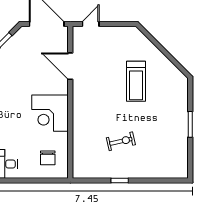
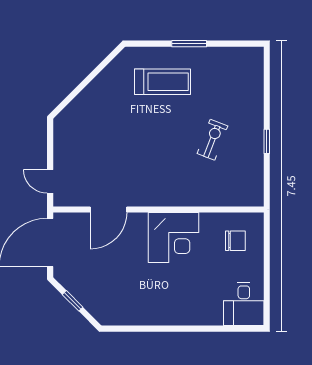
treadmill: (136, 81) -> (162, 82), moved
exercise bike: (121, 141) -> (212, 140), turned 34

